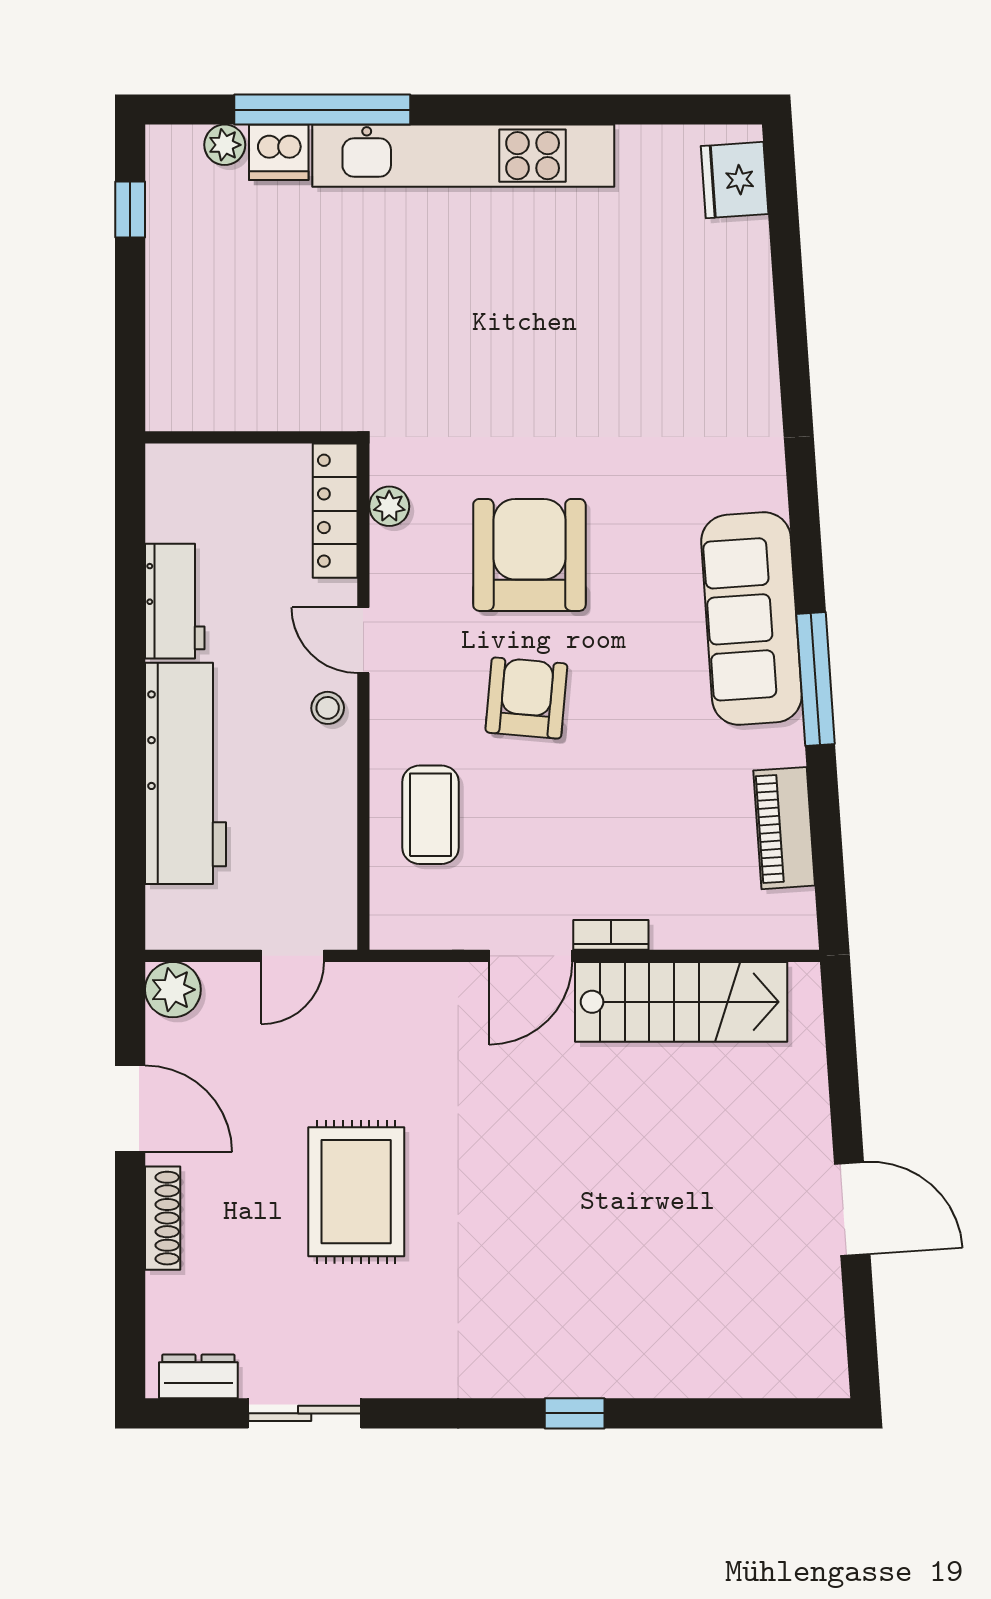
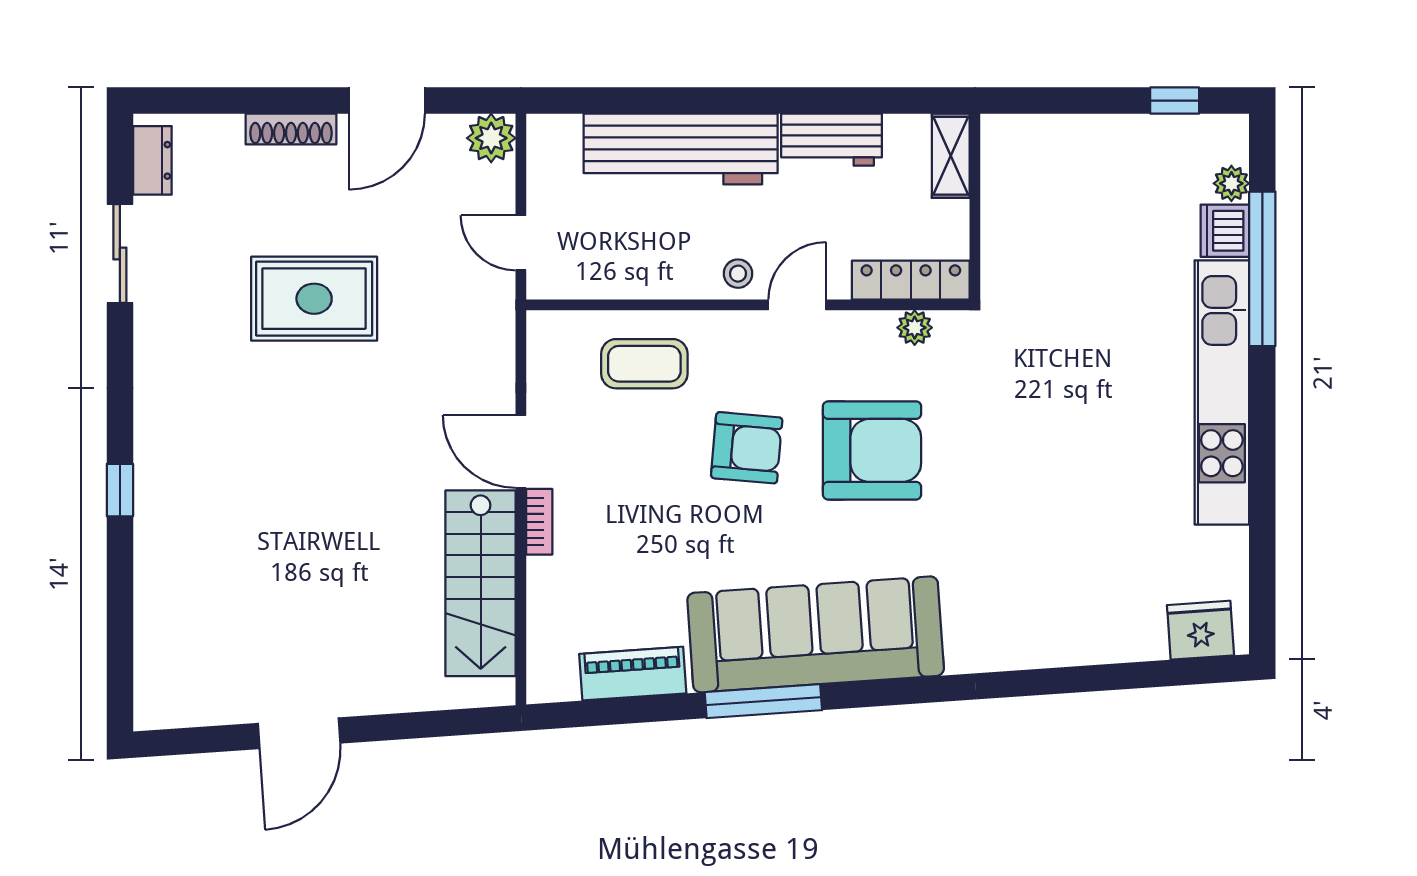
shelving: (193, 465) -> (951, 156), added
sofa: (751, 619) -> (816, 634), width x1.36, depth x1.27

